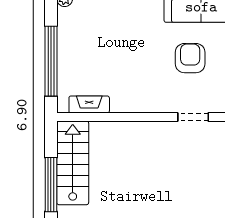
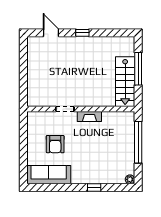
fireplace: (89, 104) -> (89, 117), moved
doorway: (193, 117) -> (65, 109), moved

